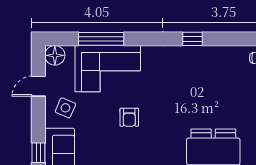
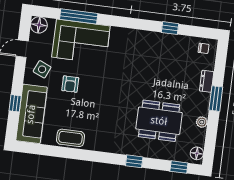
window: (193, 39) -> (170, 28), moved
armchair: (129, 117) -> (70, 84), moved

